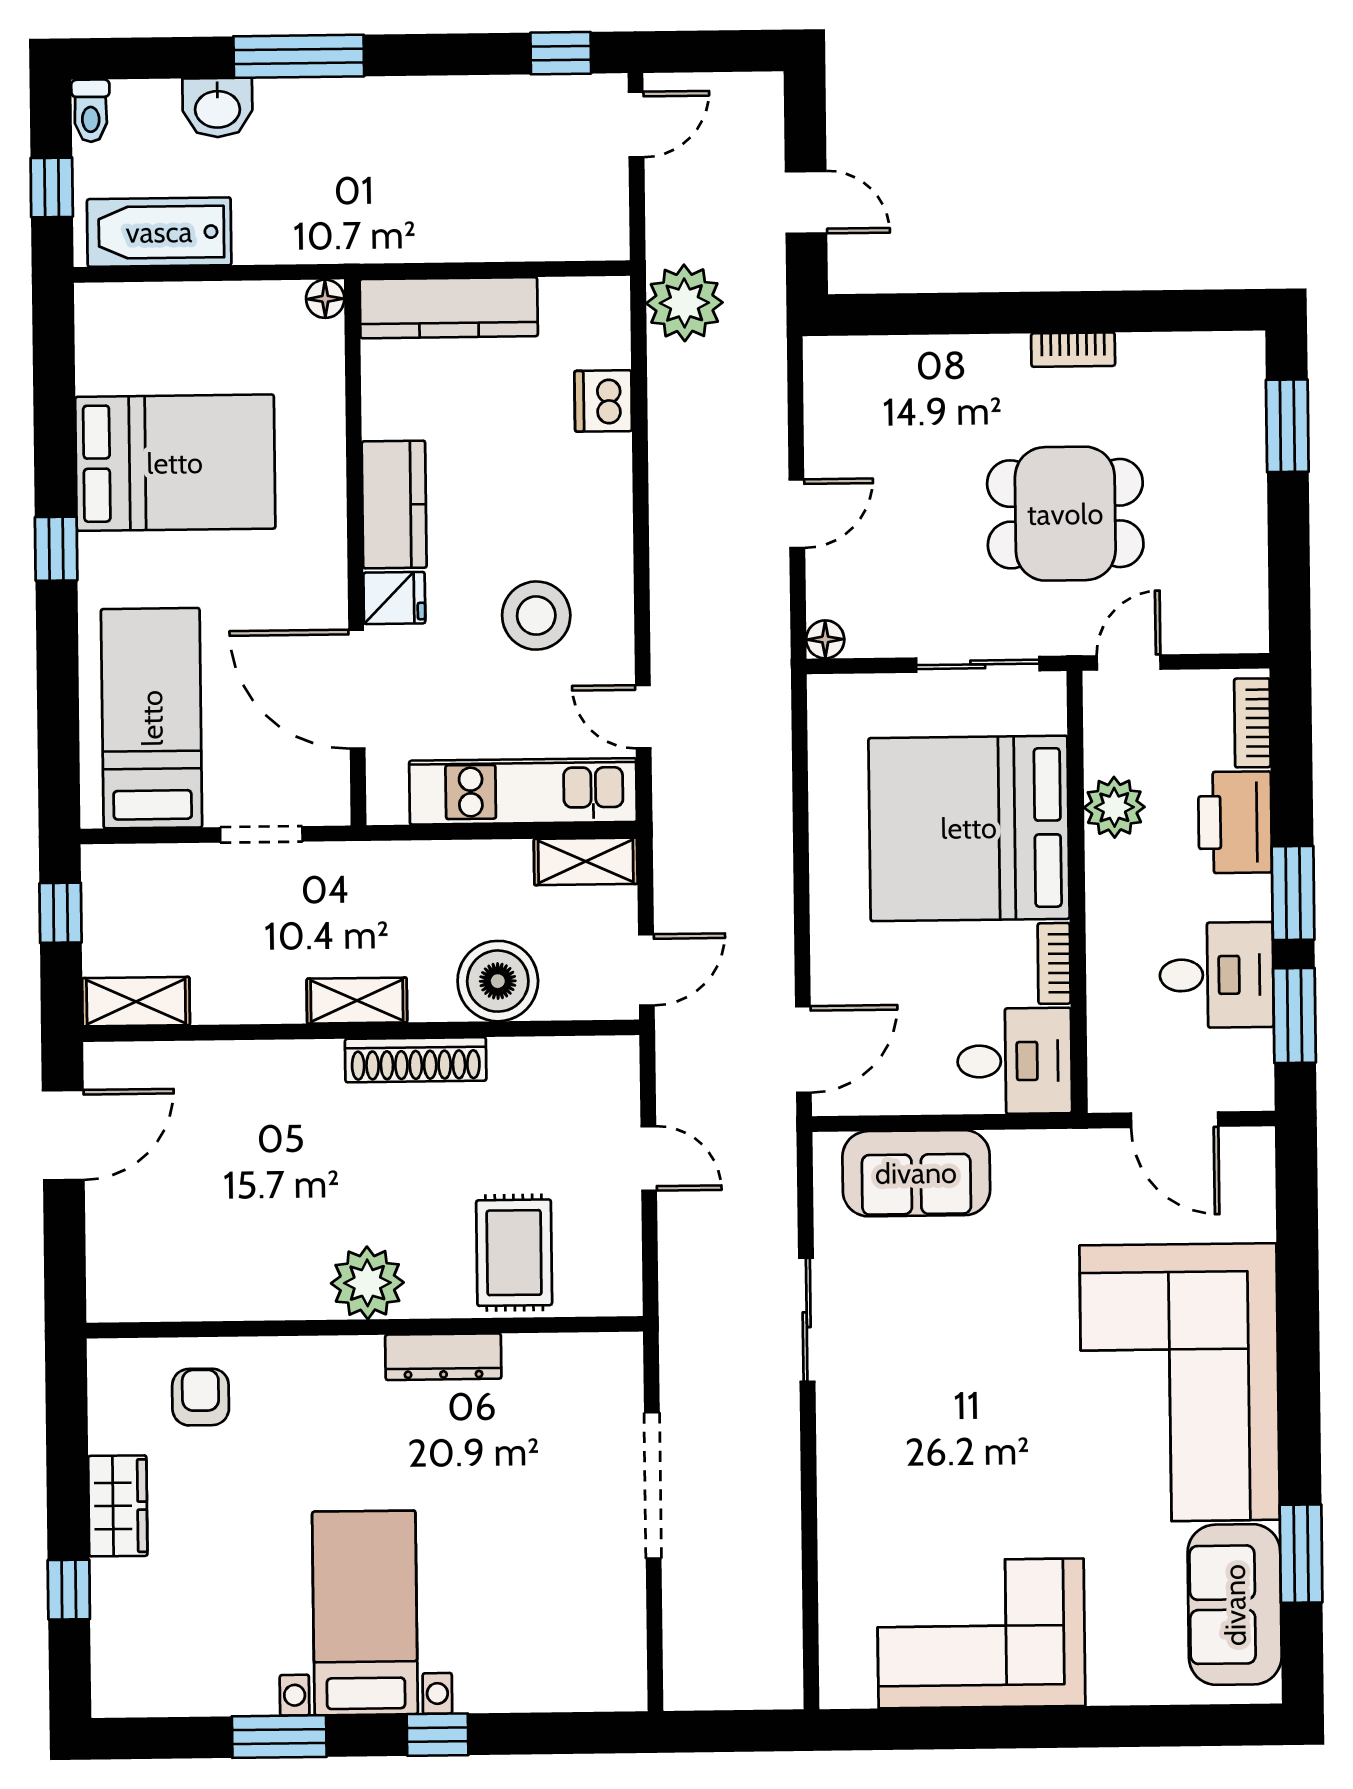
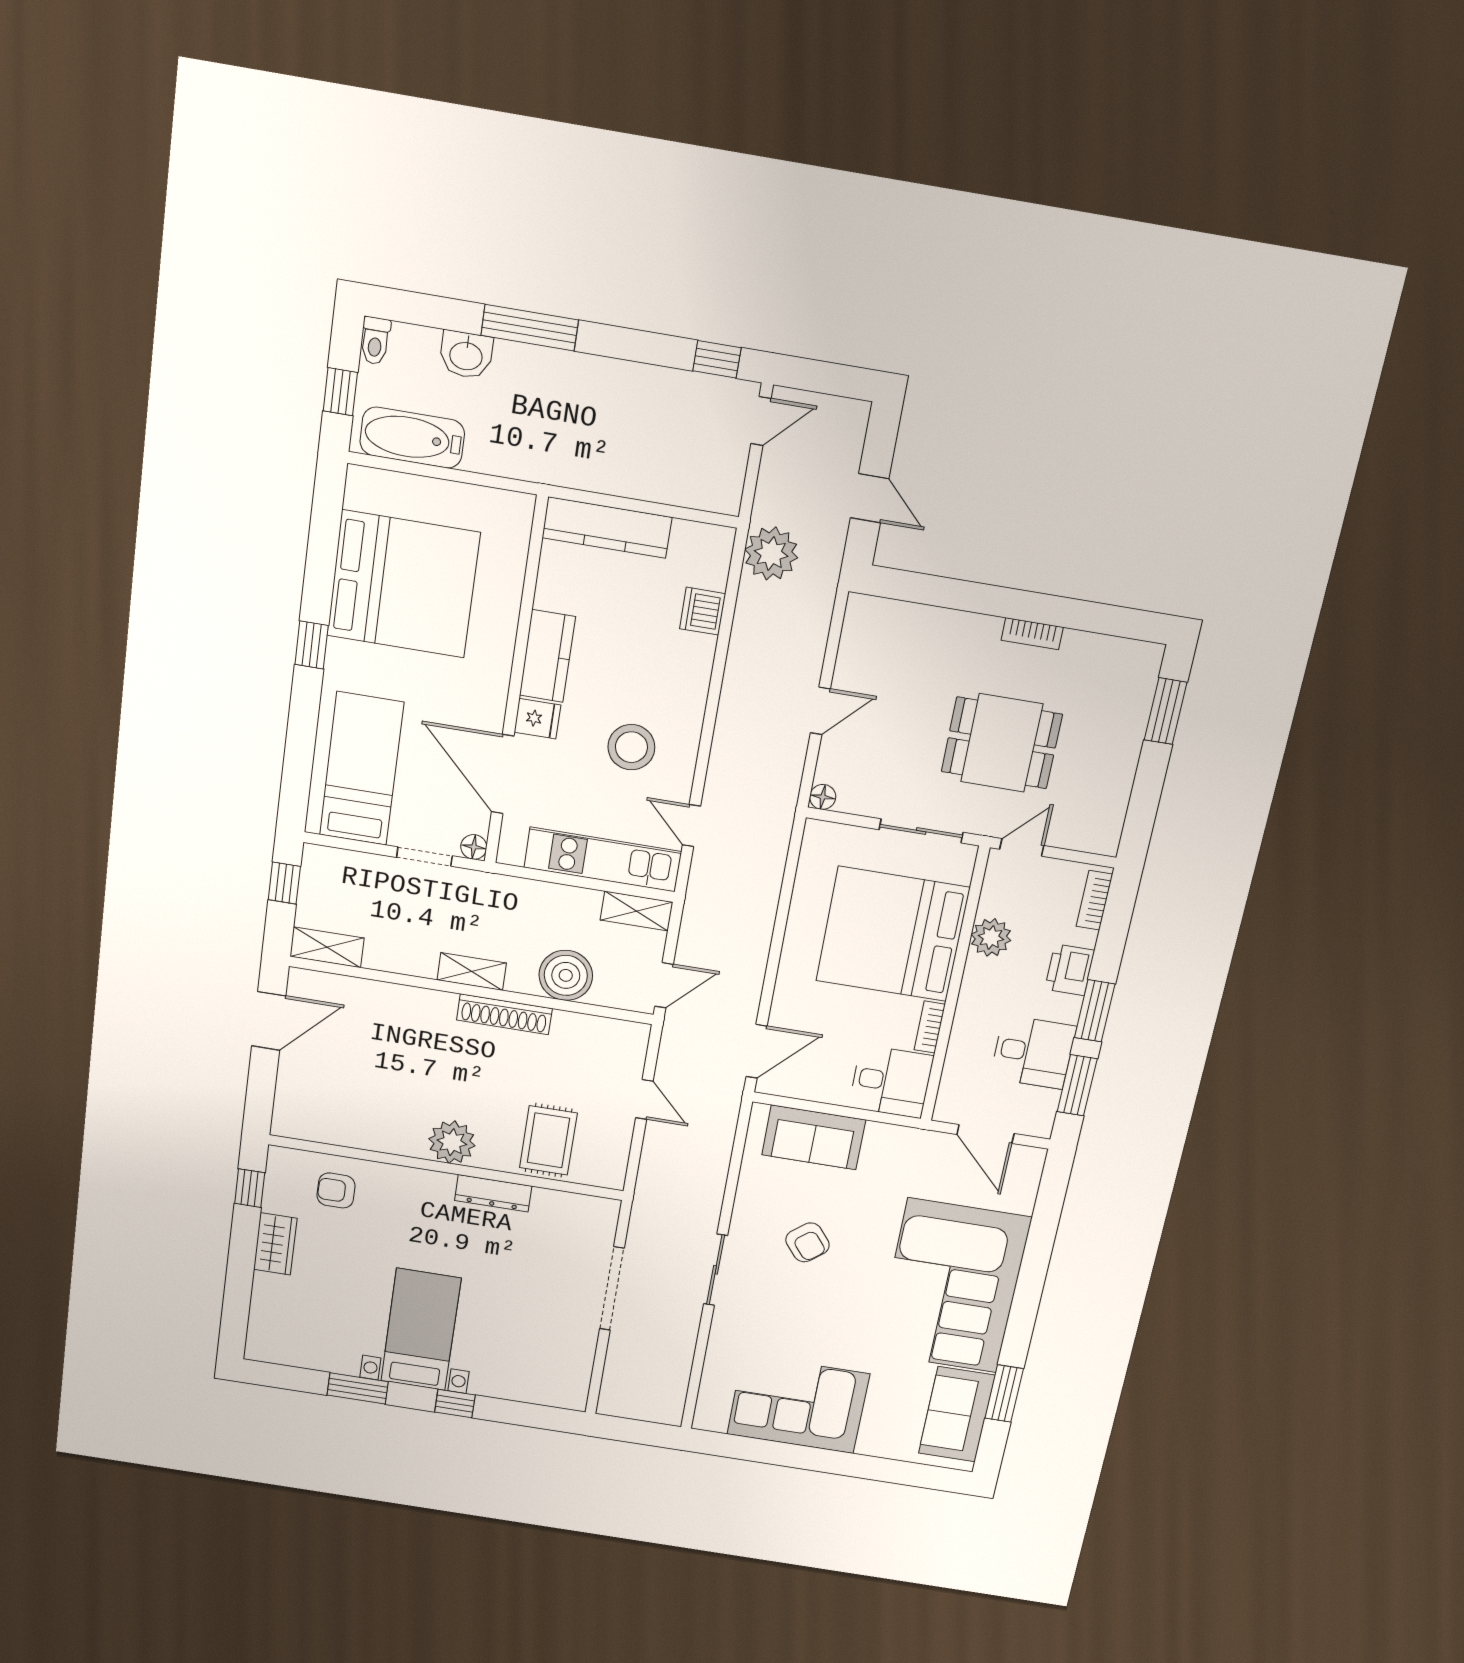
floor lamp: (325, 299) -> (474, 847), moved
bed: (175, 463) -> (403, 584), width x1.36
printer: (1235, 822) -> (1070, 970), width x0.73, depth x0.84
sliding door: (807, 1320) -> (716, 1270), moved
armchair: (941, 1350) -> (807, 1242), added
armchair: (201, 1397) -> (336, 1190), turned -90
window: (69, 1590) -> (250, 1188), moved

